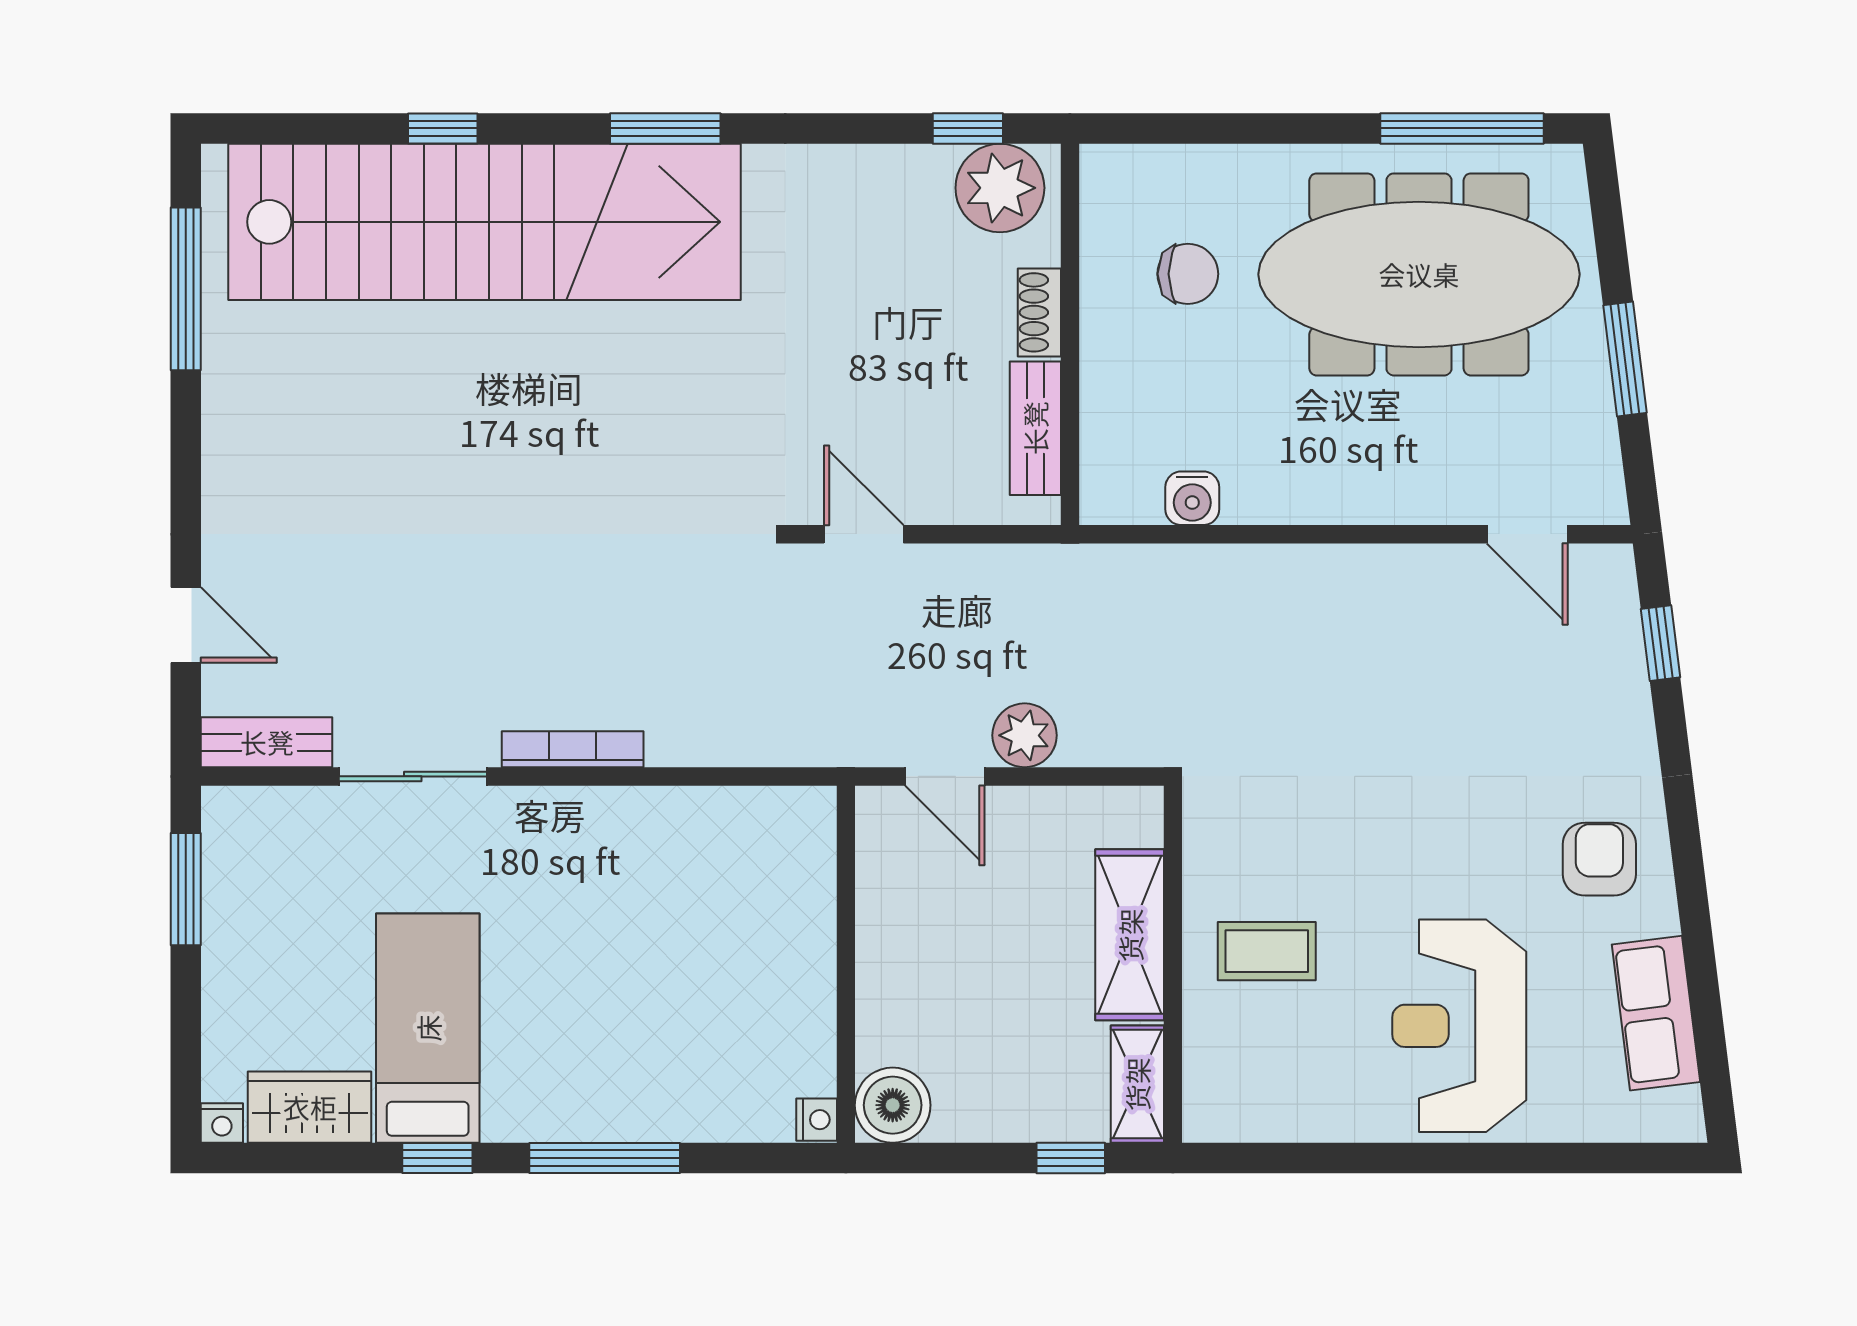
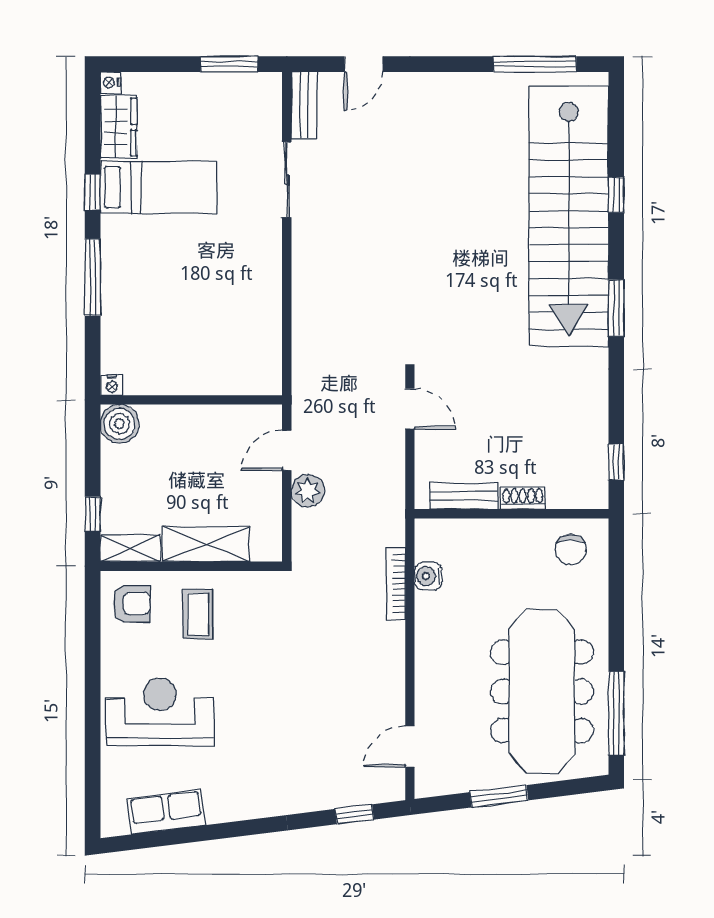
plant: (1000, 188) -> (586, 478), removed
chair: (1188, 274) -> (571, 550), moved
door: (864, 534) -> (410, 409), hinge flipped
bookcase: (573, 749) -> (396, 584), moved, turned 180
armchair: (1599, 859) -> (132, 604), moved

